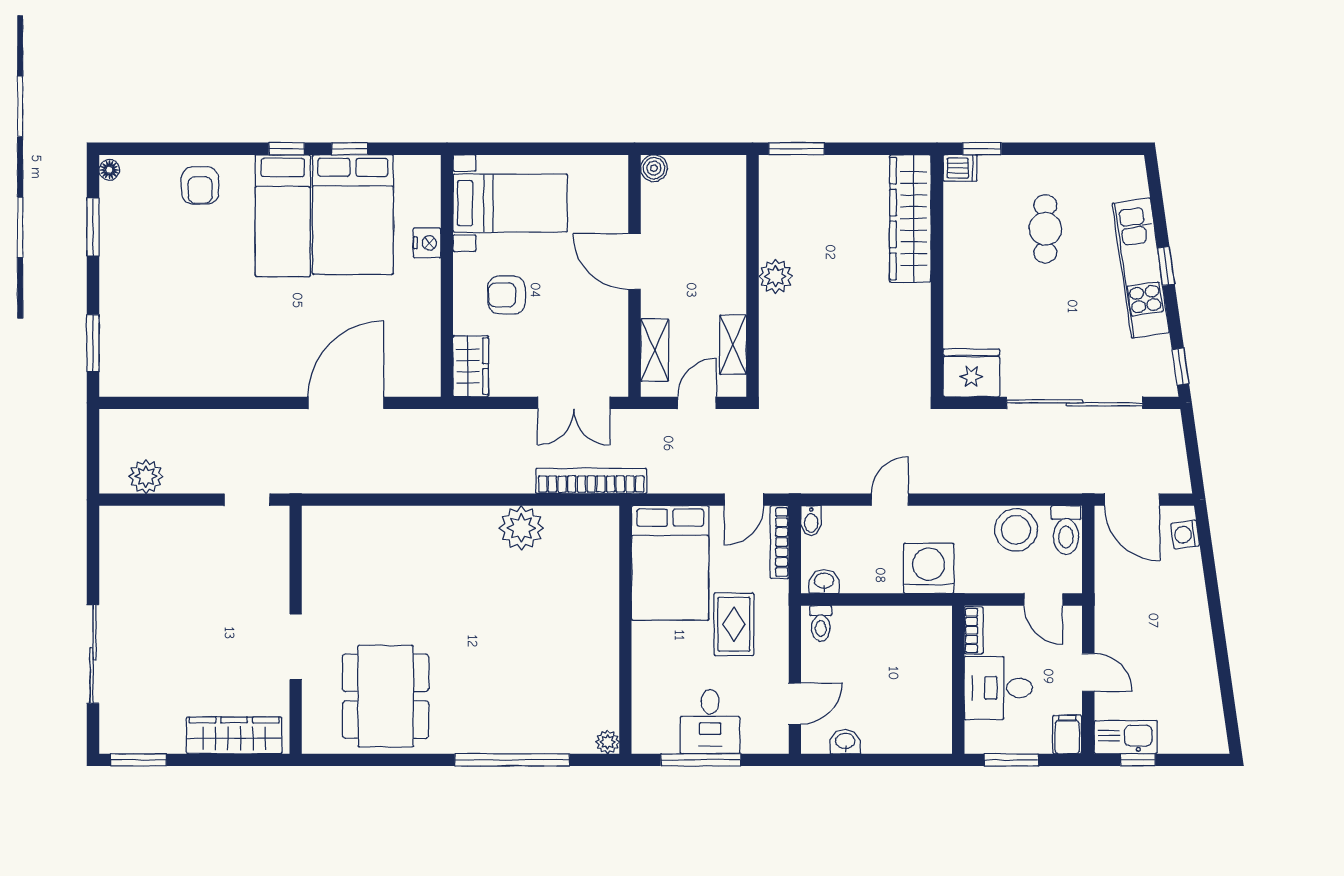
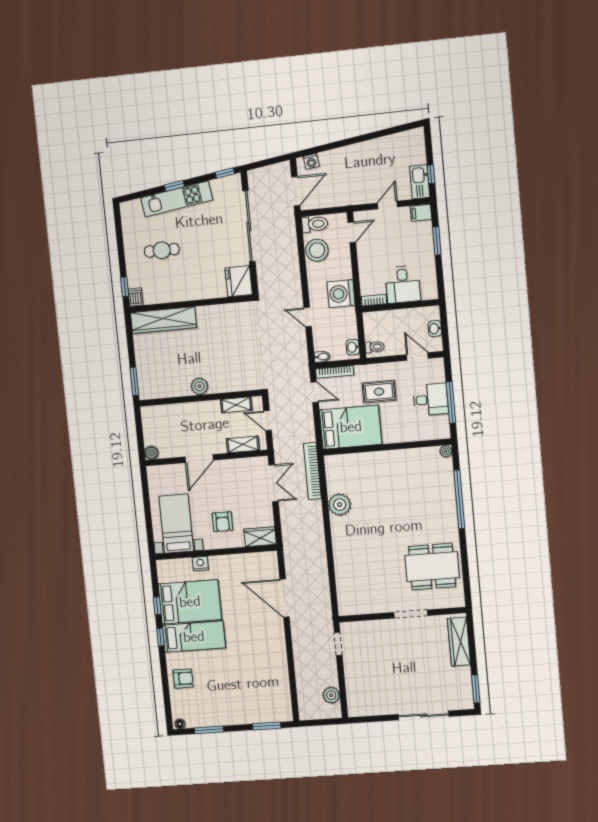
bookcase: (974, 630) -> (374, 300), moved
wall: (958, 680) -> (400, 306), moved
desk: (998, 688) -> (403, 284), moved

